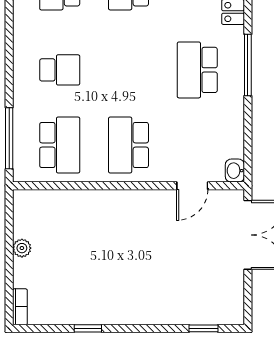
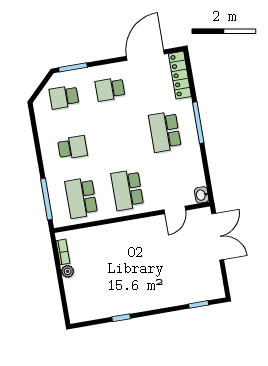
school desk: (60, 145) -> (81, 198), turned 180
bookcase: (20, 307) -> (63, 252), moved

